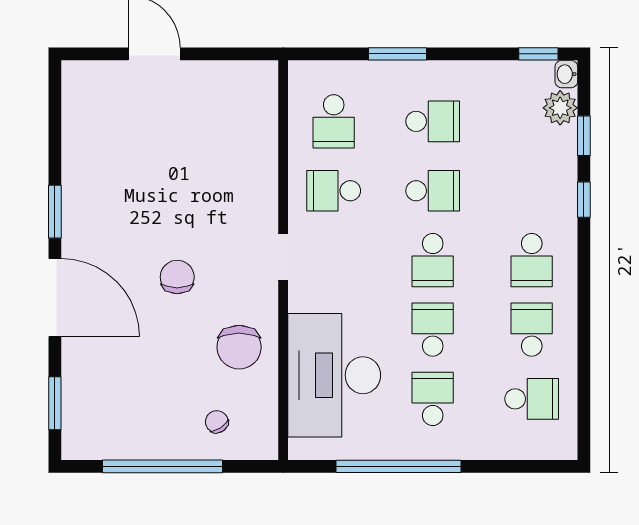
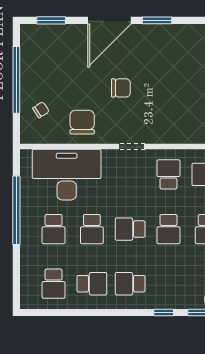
school desk: (433, 330) -> (92, 229), turned 90
chair: (239, 347) -> (82, 122), turned 90
school desk: (433, 399) -> (54, 229), turned 90

